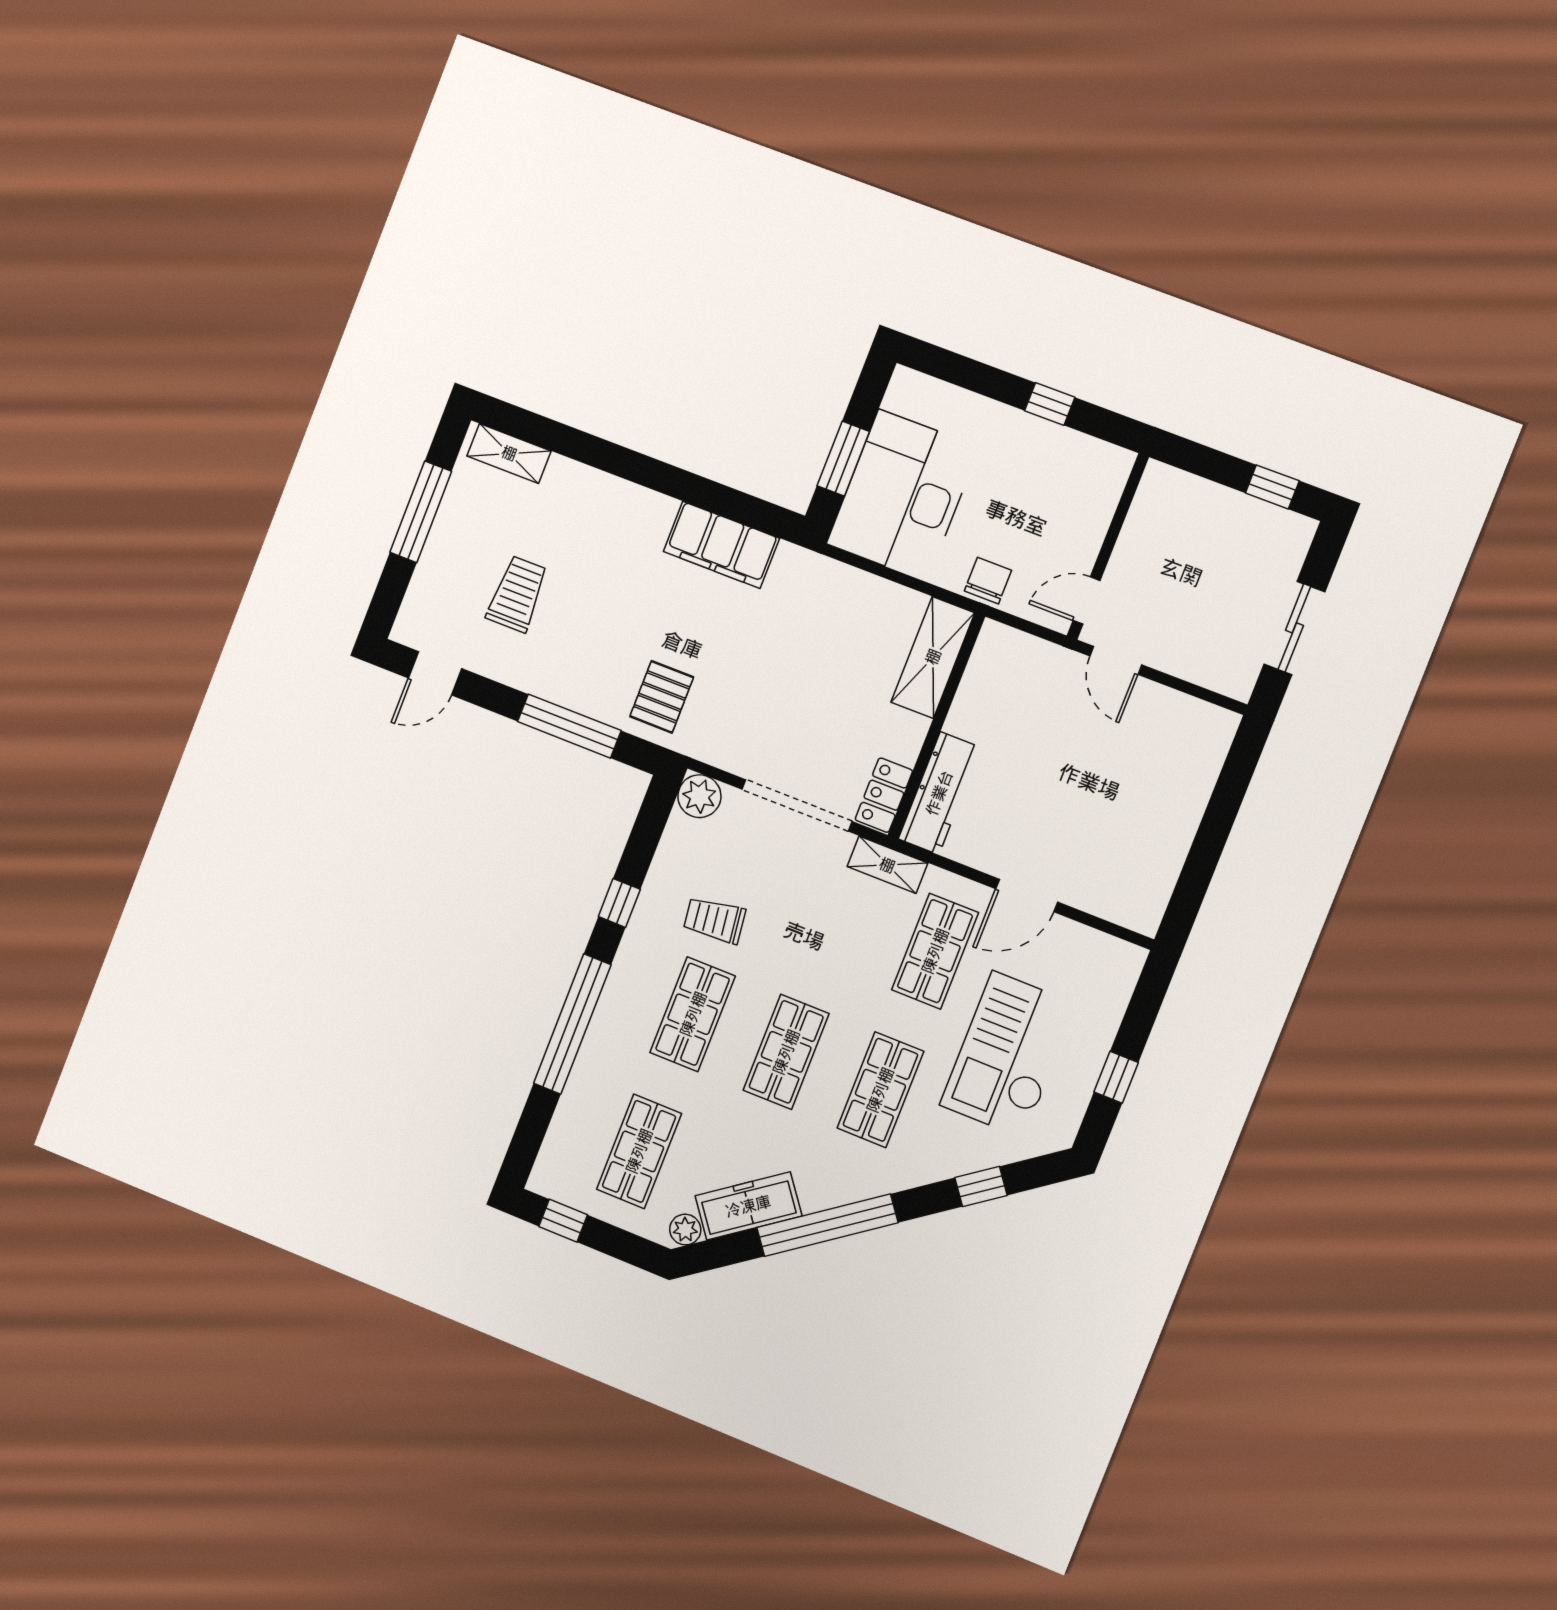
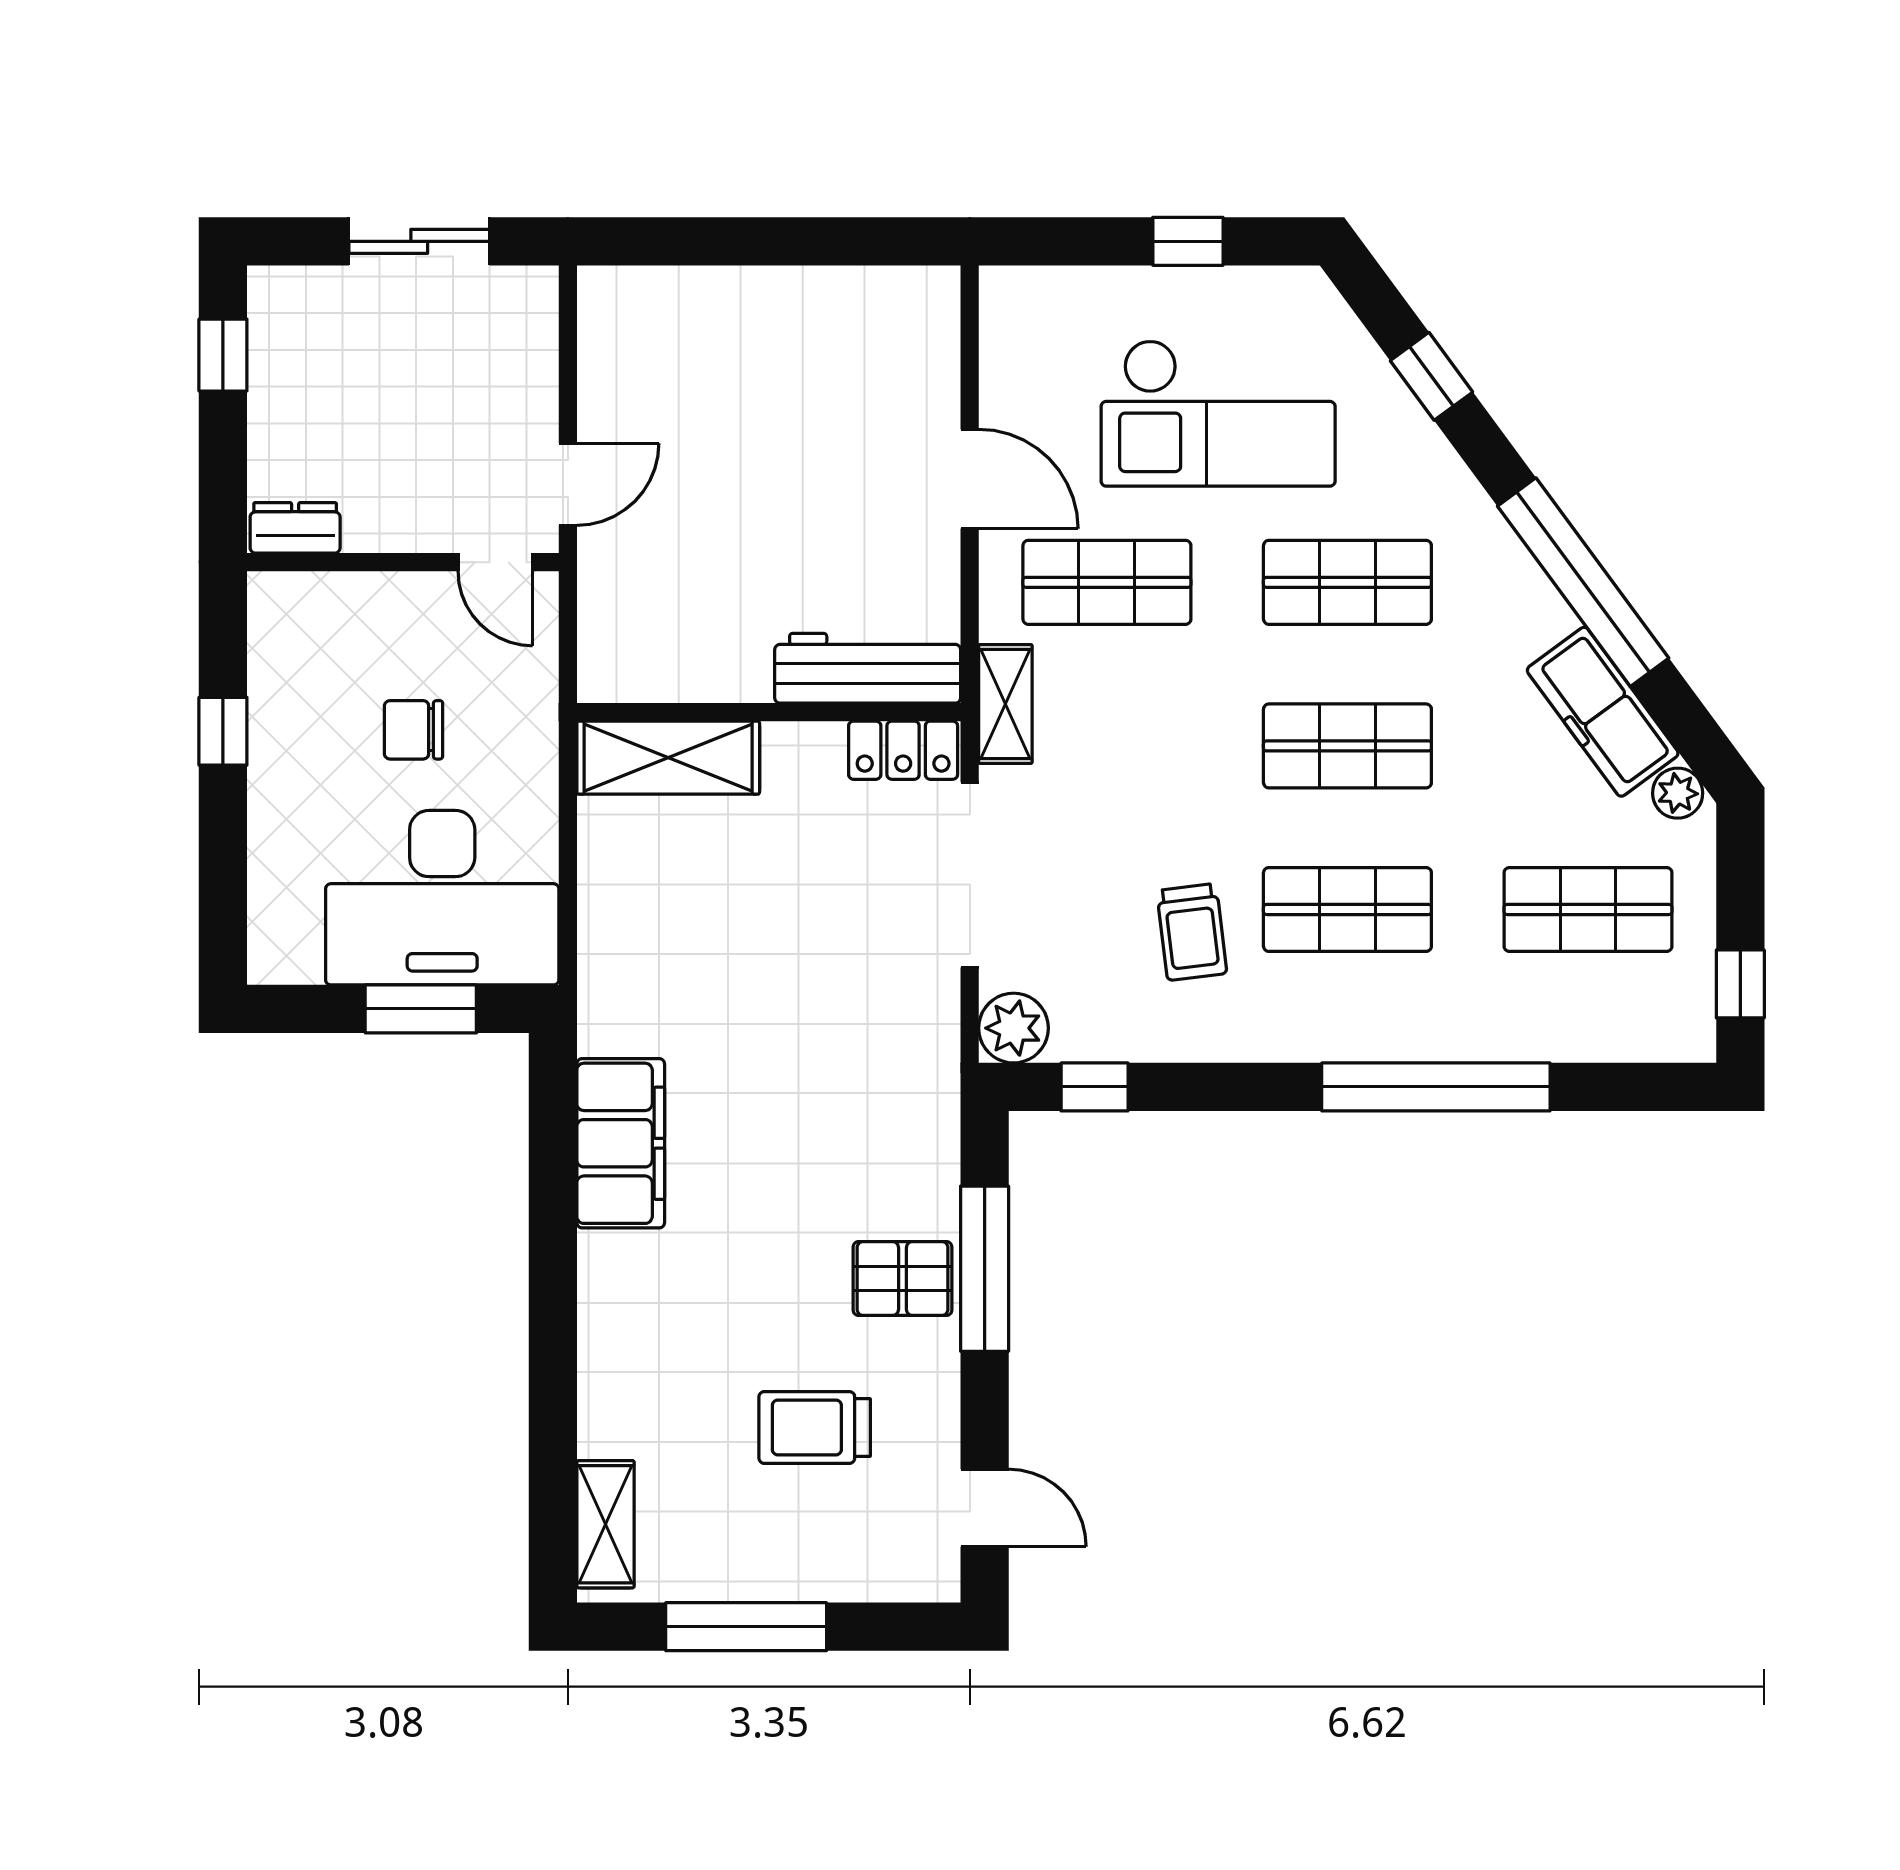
dresser: (1153, 491) -> (295, 528), added
chair: (988, 581) -> (414, 730), moved
pallet: (662, 697) -> (902, 1279), moved
window: (619, 903) -> (1095, 1087), moved

